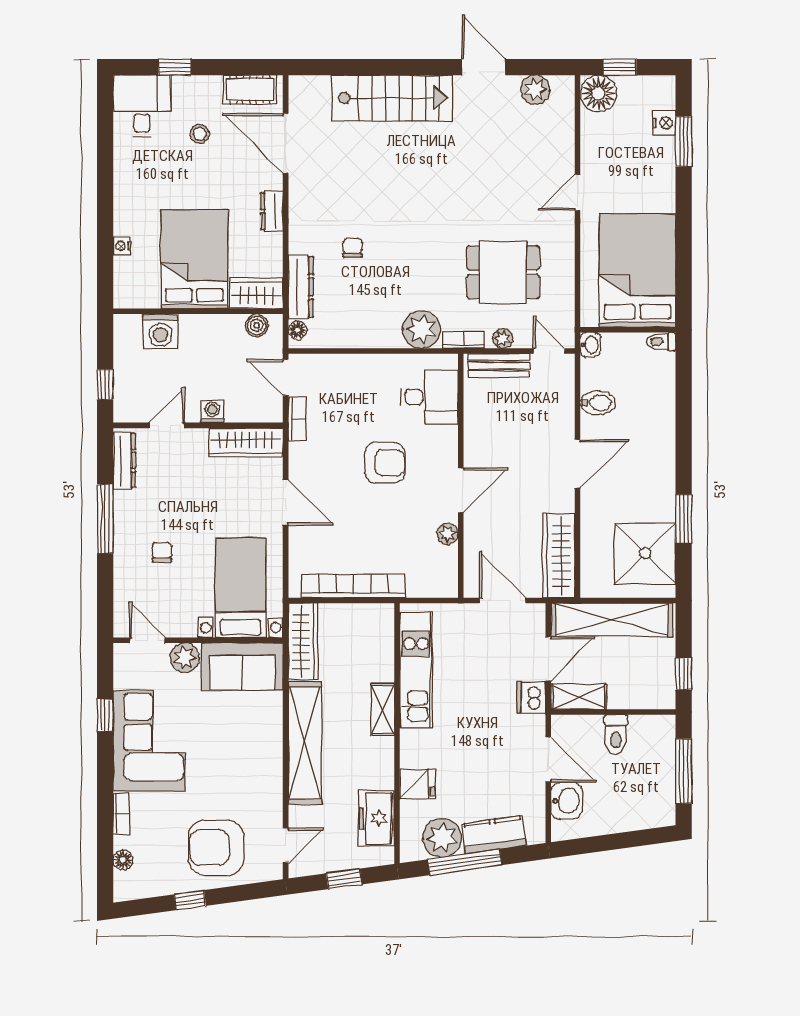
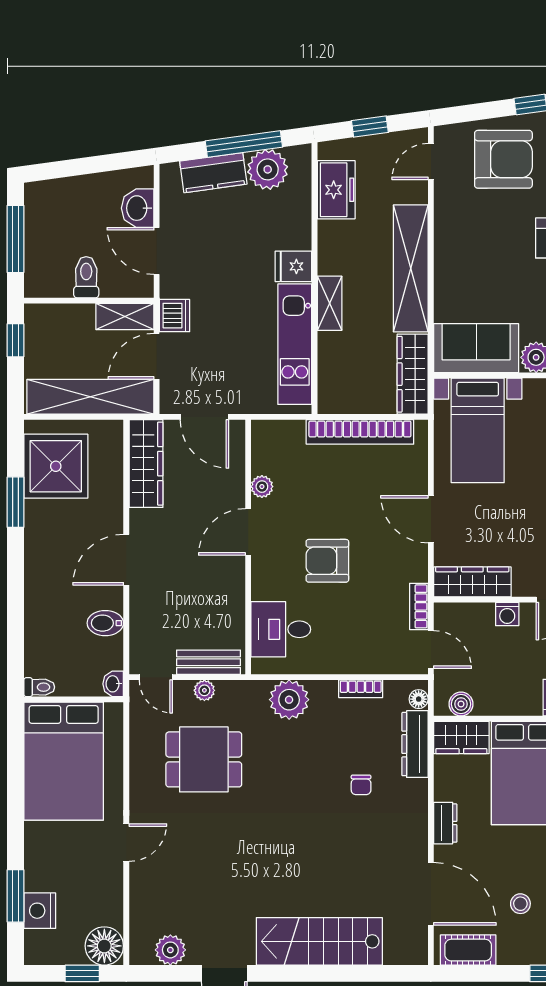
nightstand: (664, 123) -> (40, 911), width x1.36, depth x1.33
bookcase: (464, 340) -> (361, 689), moved
fridge: (417, 784) -> (293, 266), moved

